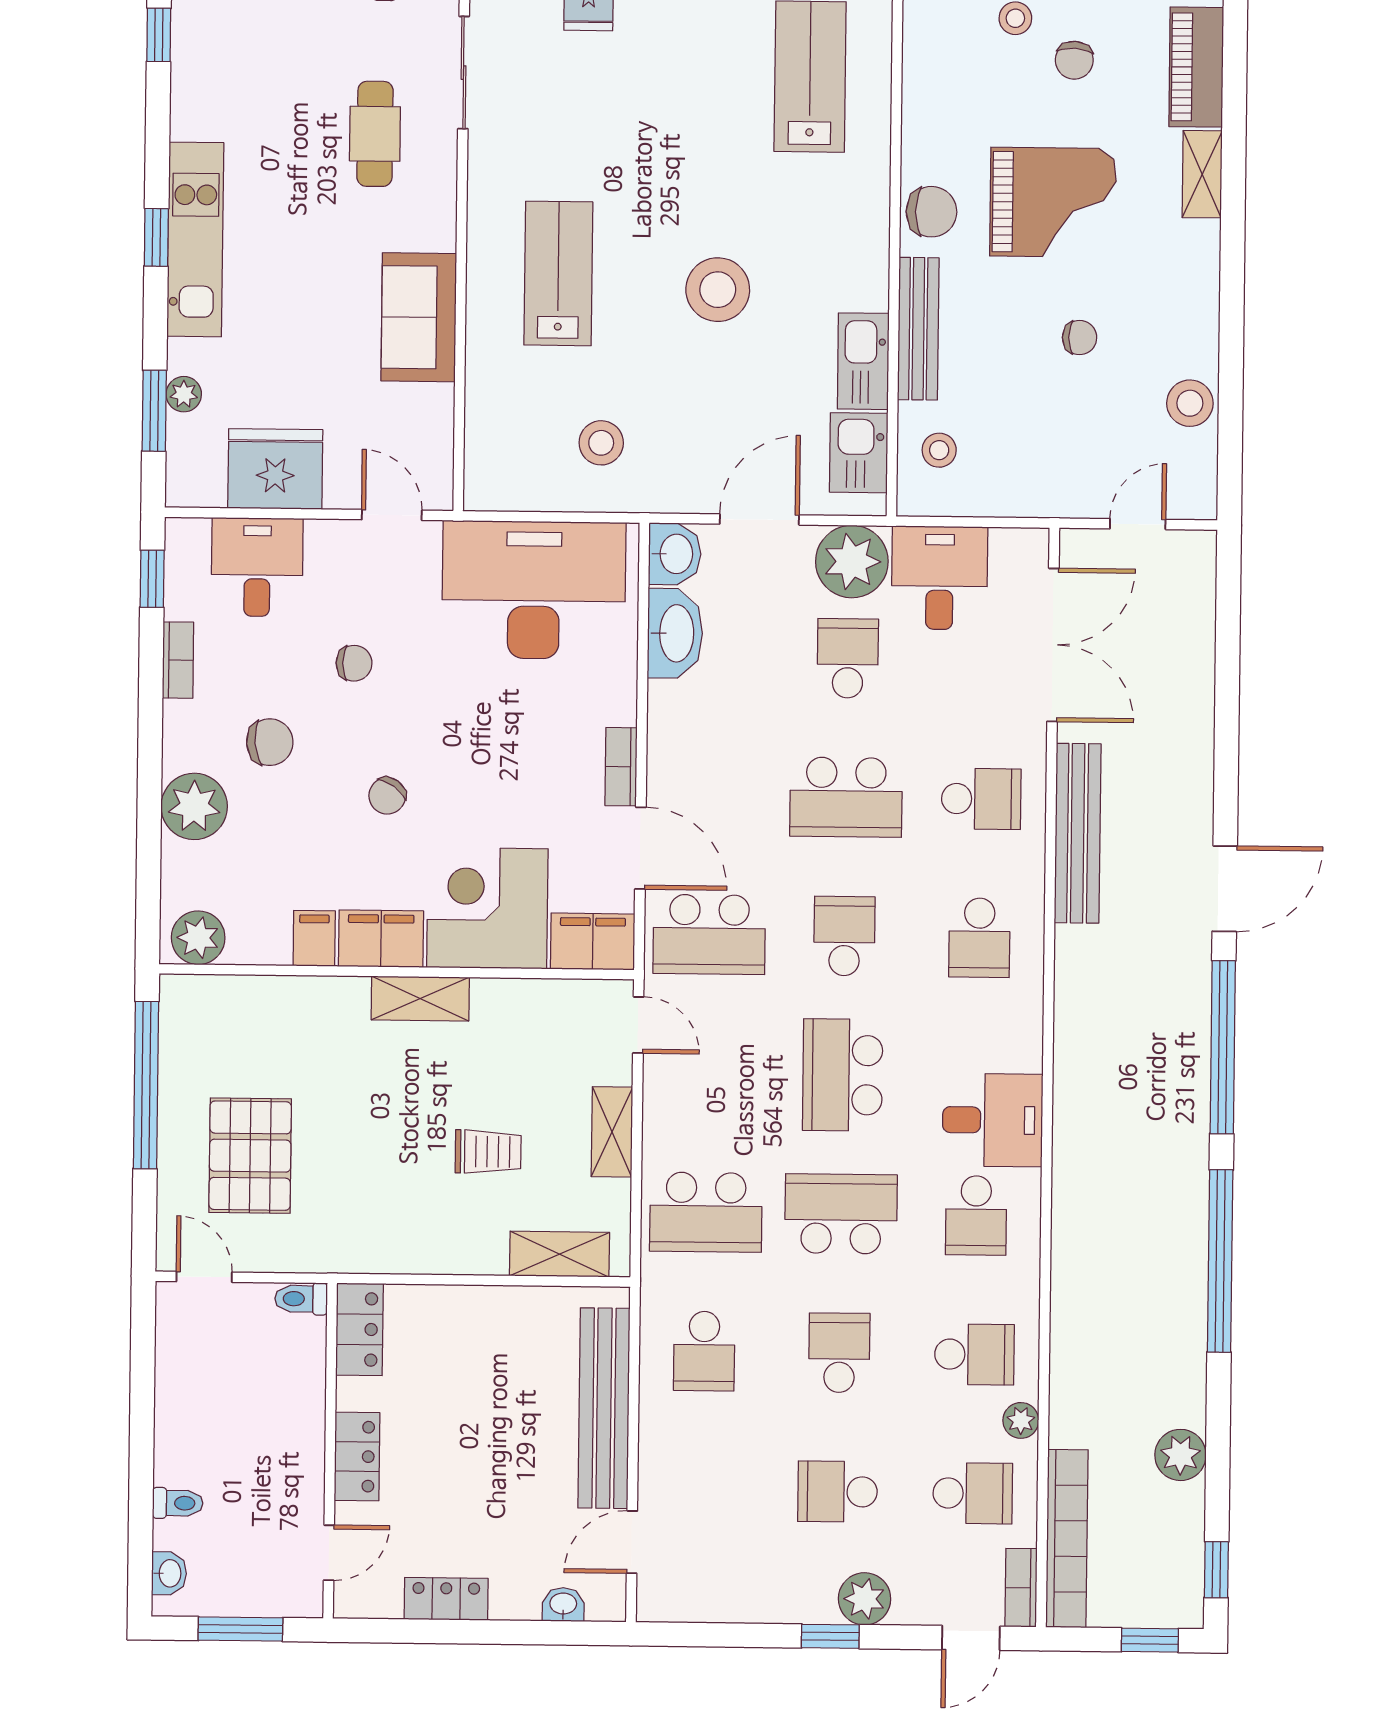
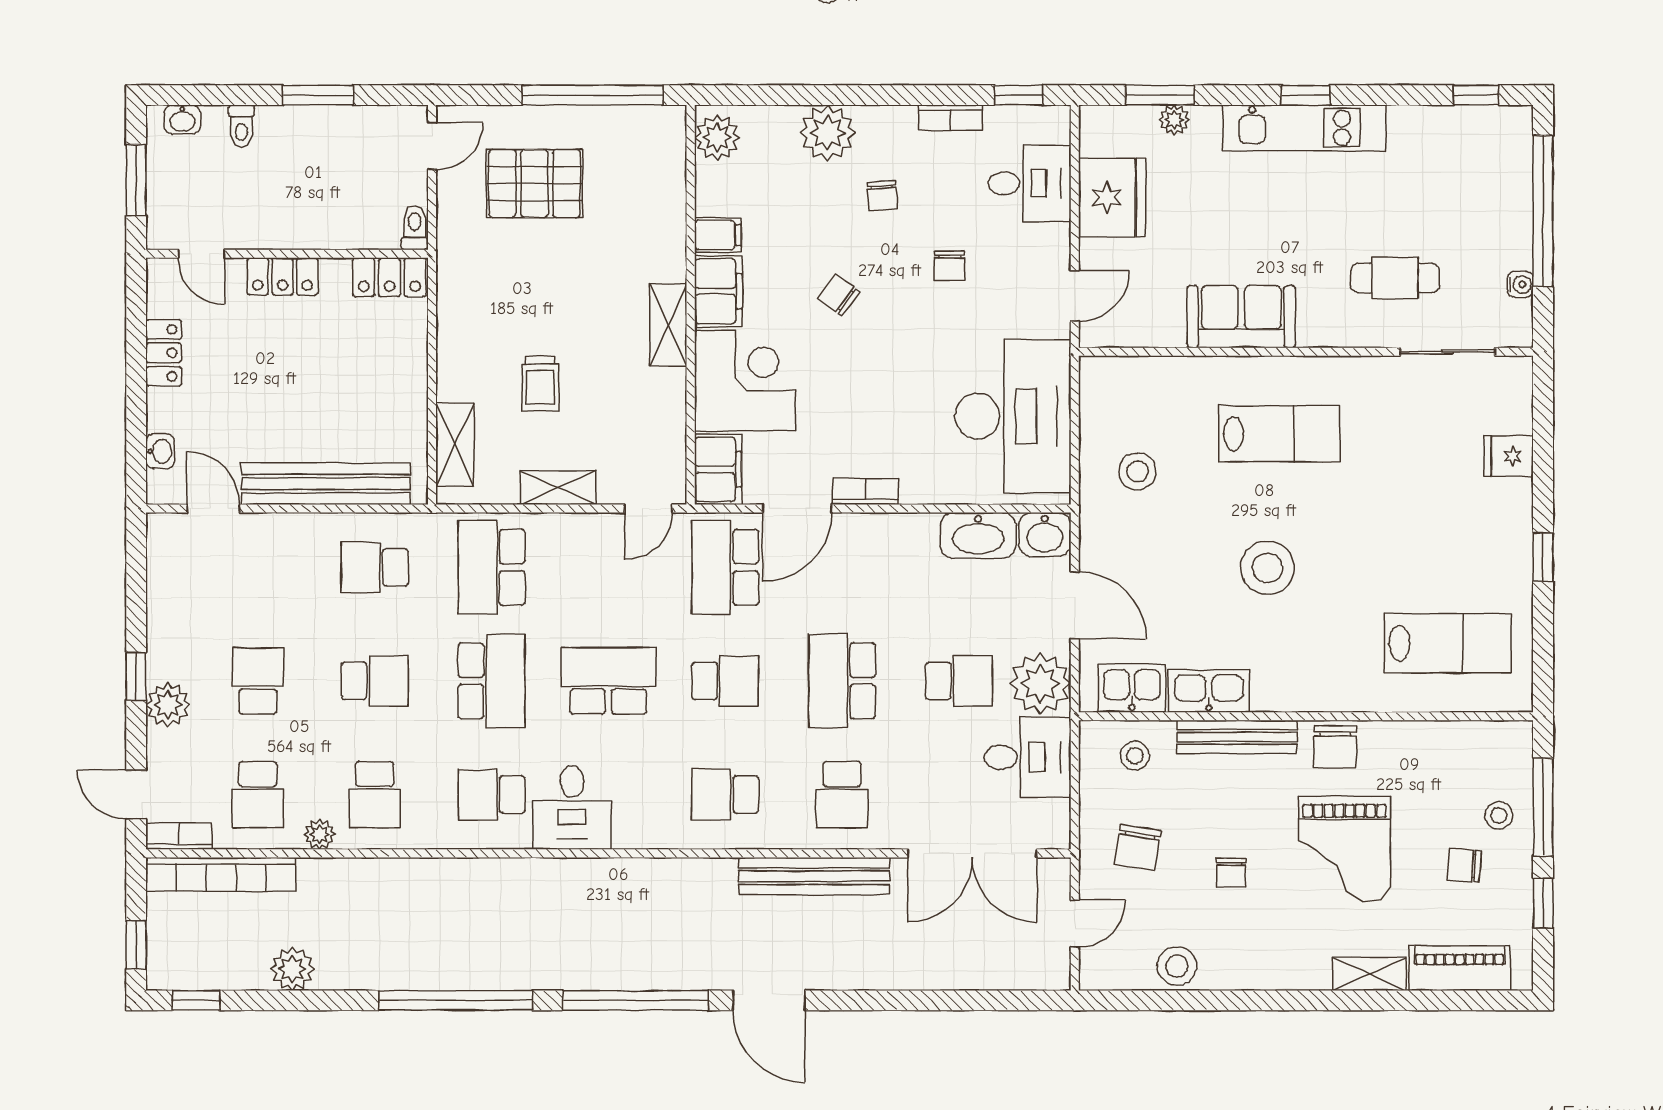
chair: (1048, 448) -> (1138, 847), added
door: (1138, 524) -> (1075, 923), hinge flipped
chair: (270, 742) -> (882, 196), width x0.73, depth x0.73
window: (142, 1412) -> (318, 95), added

